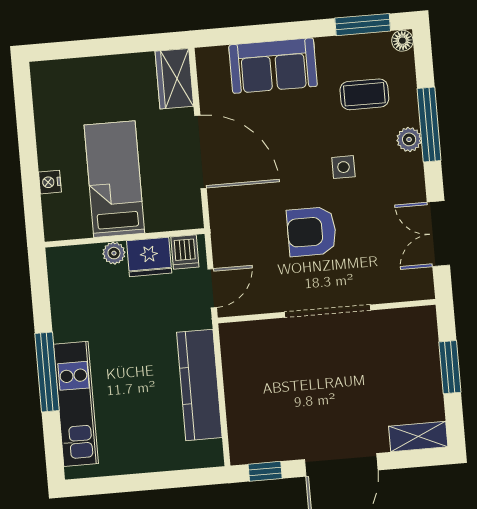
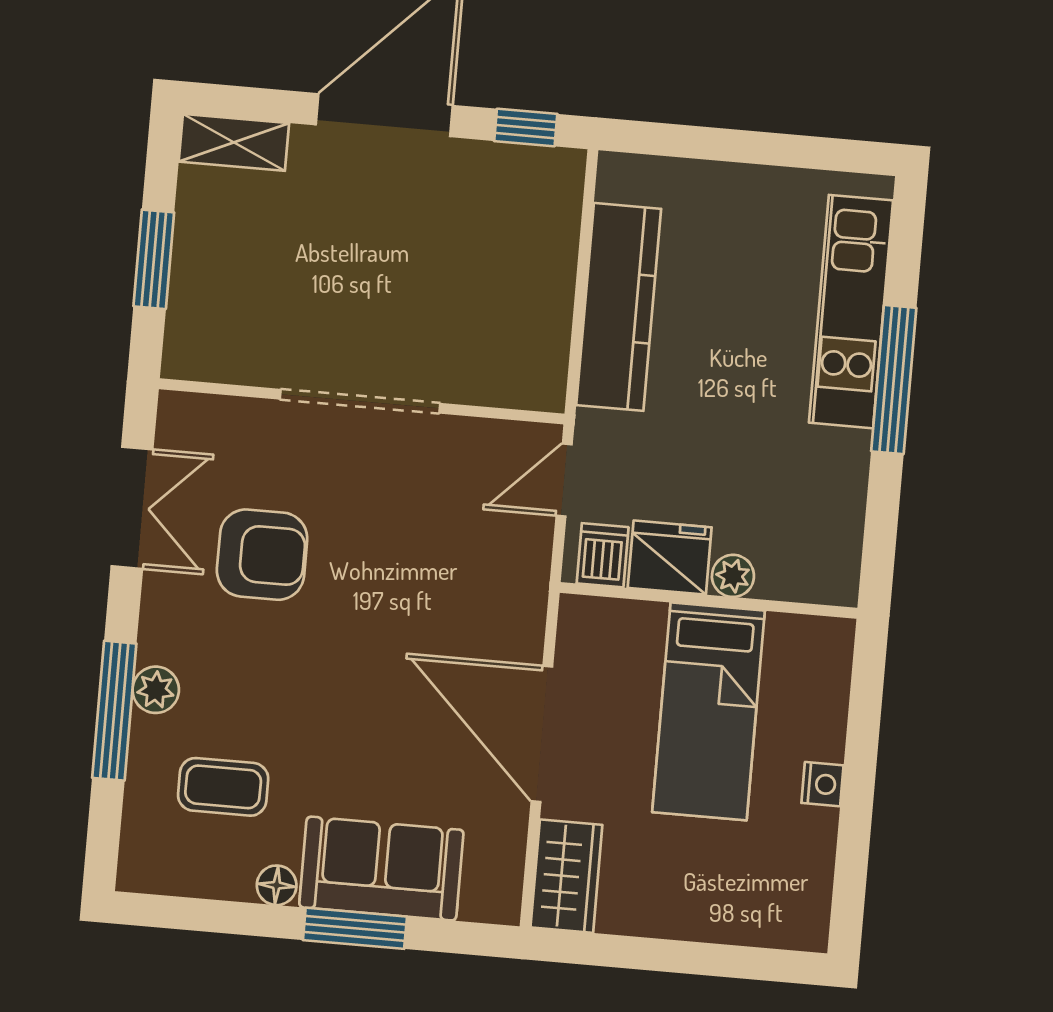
window: (363, 25) -> (355, 928), moved
floor lamp: (402, 41) -> (277, 885), moved
side table: (343, 167) -> (285, 660), removed
nightstand: (50, 182) -> (823, 784), moved
armchair: (312, 232) -> (262, 555), moved

